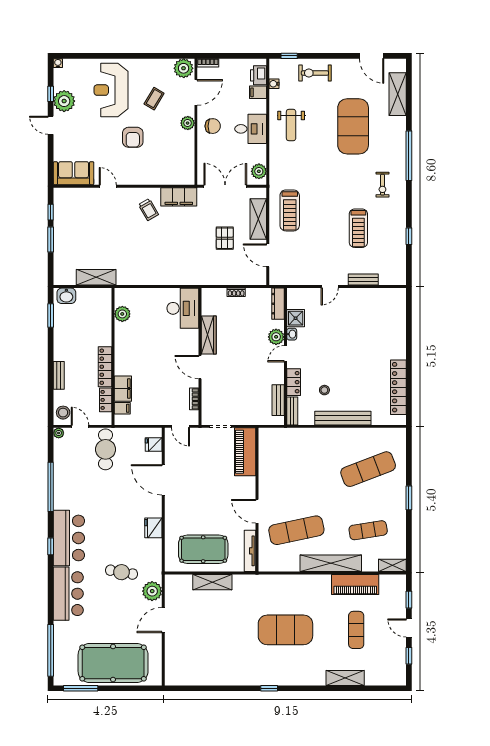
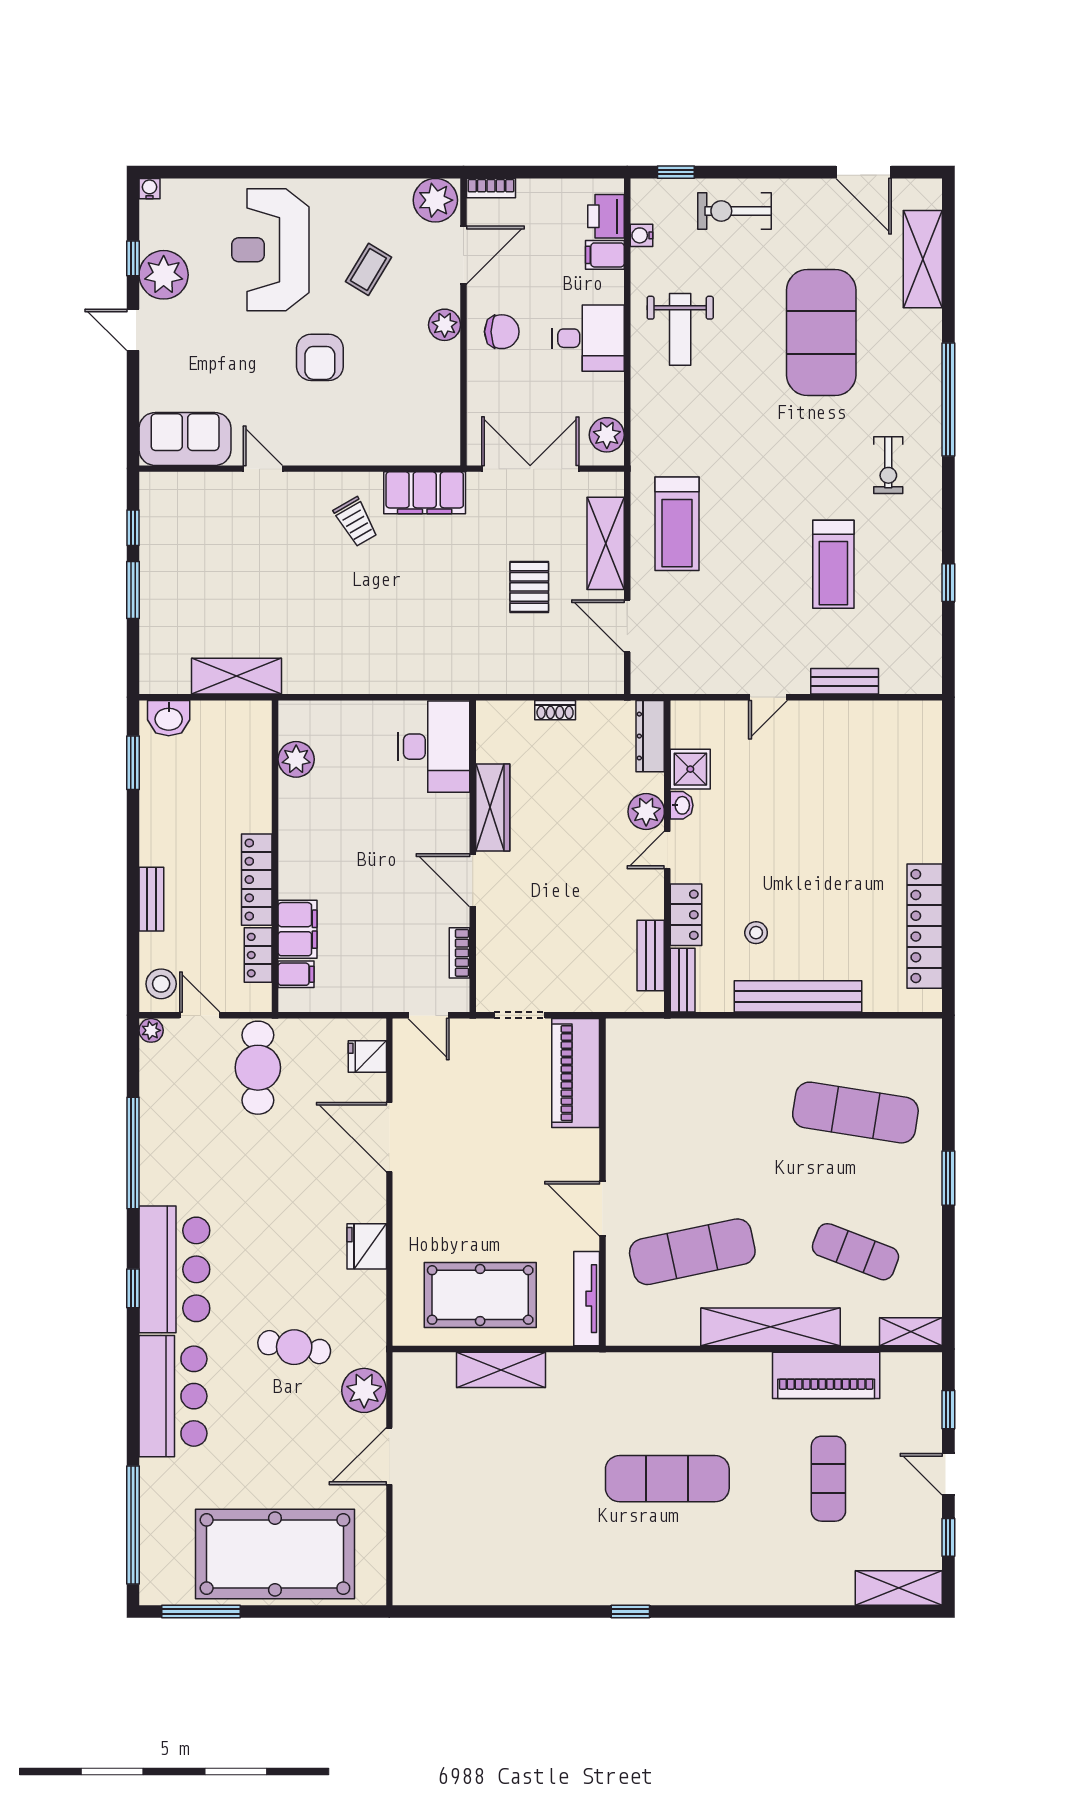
exercise mat: (368, 469) -> (855, 1113), turned 30
exercise mat: (368, 530) -> (855, 1252), turned 30
exercise mat: (285, 630) -> (667, 1479), width x0.68
shelving: (345, 678) -> (899, 1588), moved

